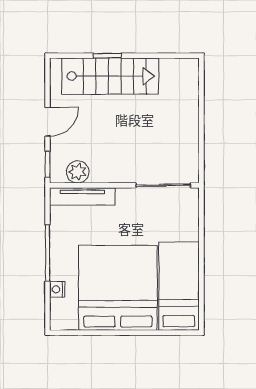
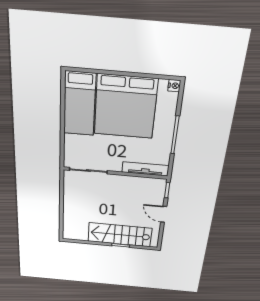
door: (48, 122) -> (164, 214), hinge flipped
plant: (78, 172) -> (147, 184), removed
nightstand: (57, 289) -> (174, 86), moved

